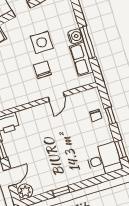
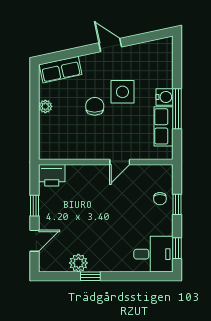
chair: (42, 70) -> (95, 106), moved
plant: (25, 191) -> (78, 263), moved

